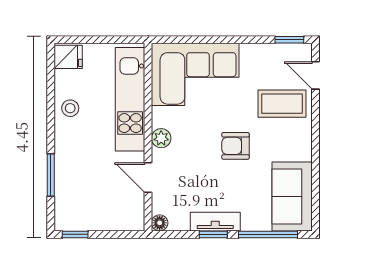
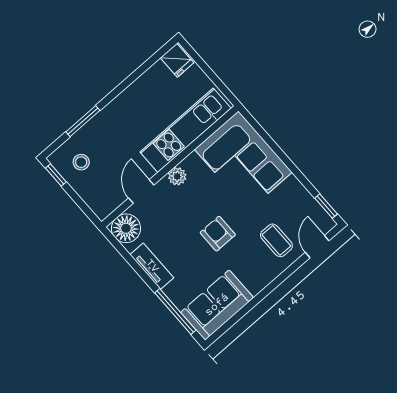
coffee table: (282, 104) -> (276, 240), width x0.73, depth x0.77
stool: (70, 108) -> (81, 162), moved
floor lamp: (160, 223) -> (126, 228), width x1.89, depth x1.89
window: (213, 234) -> (141, 273), removed

